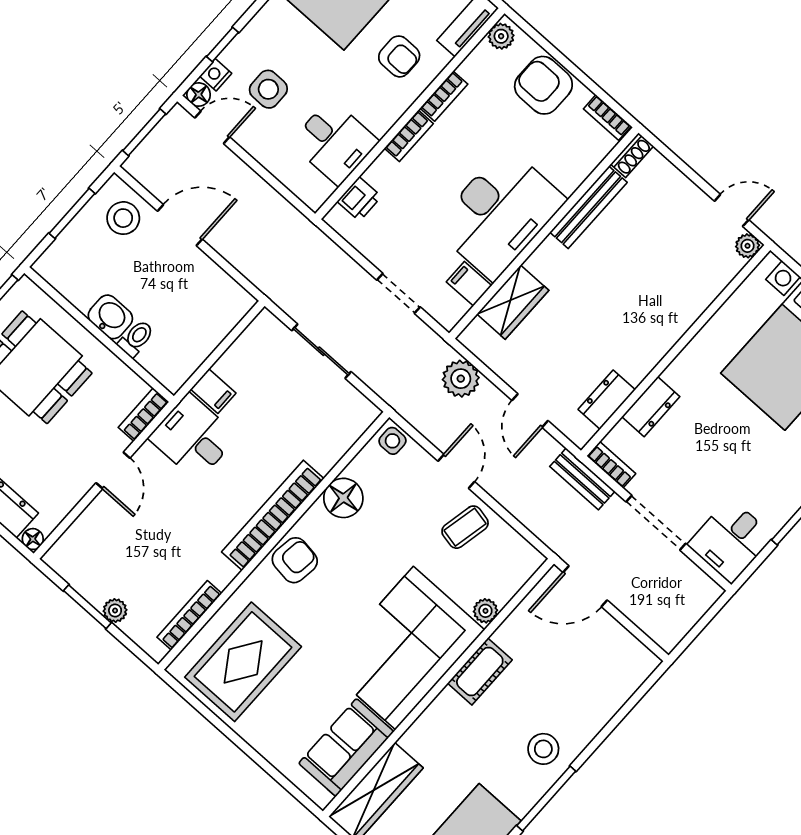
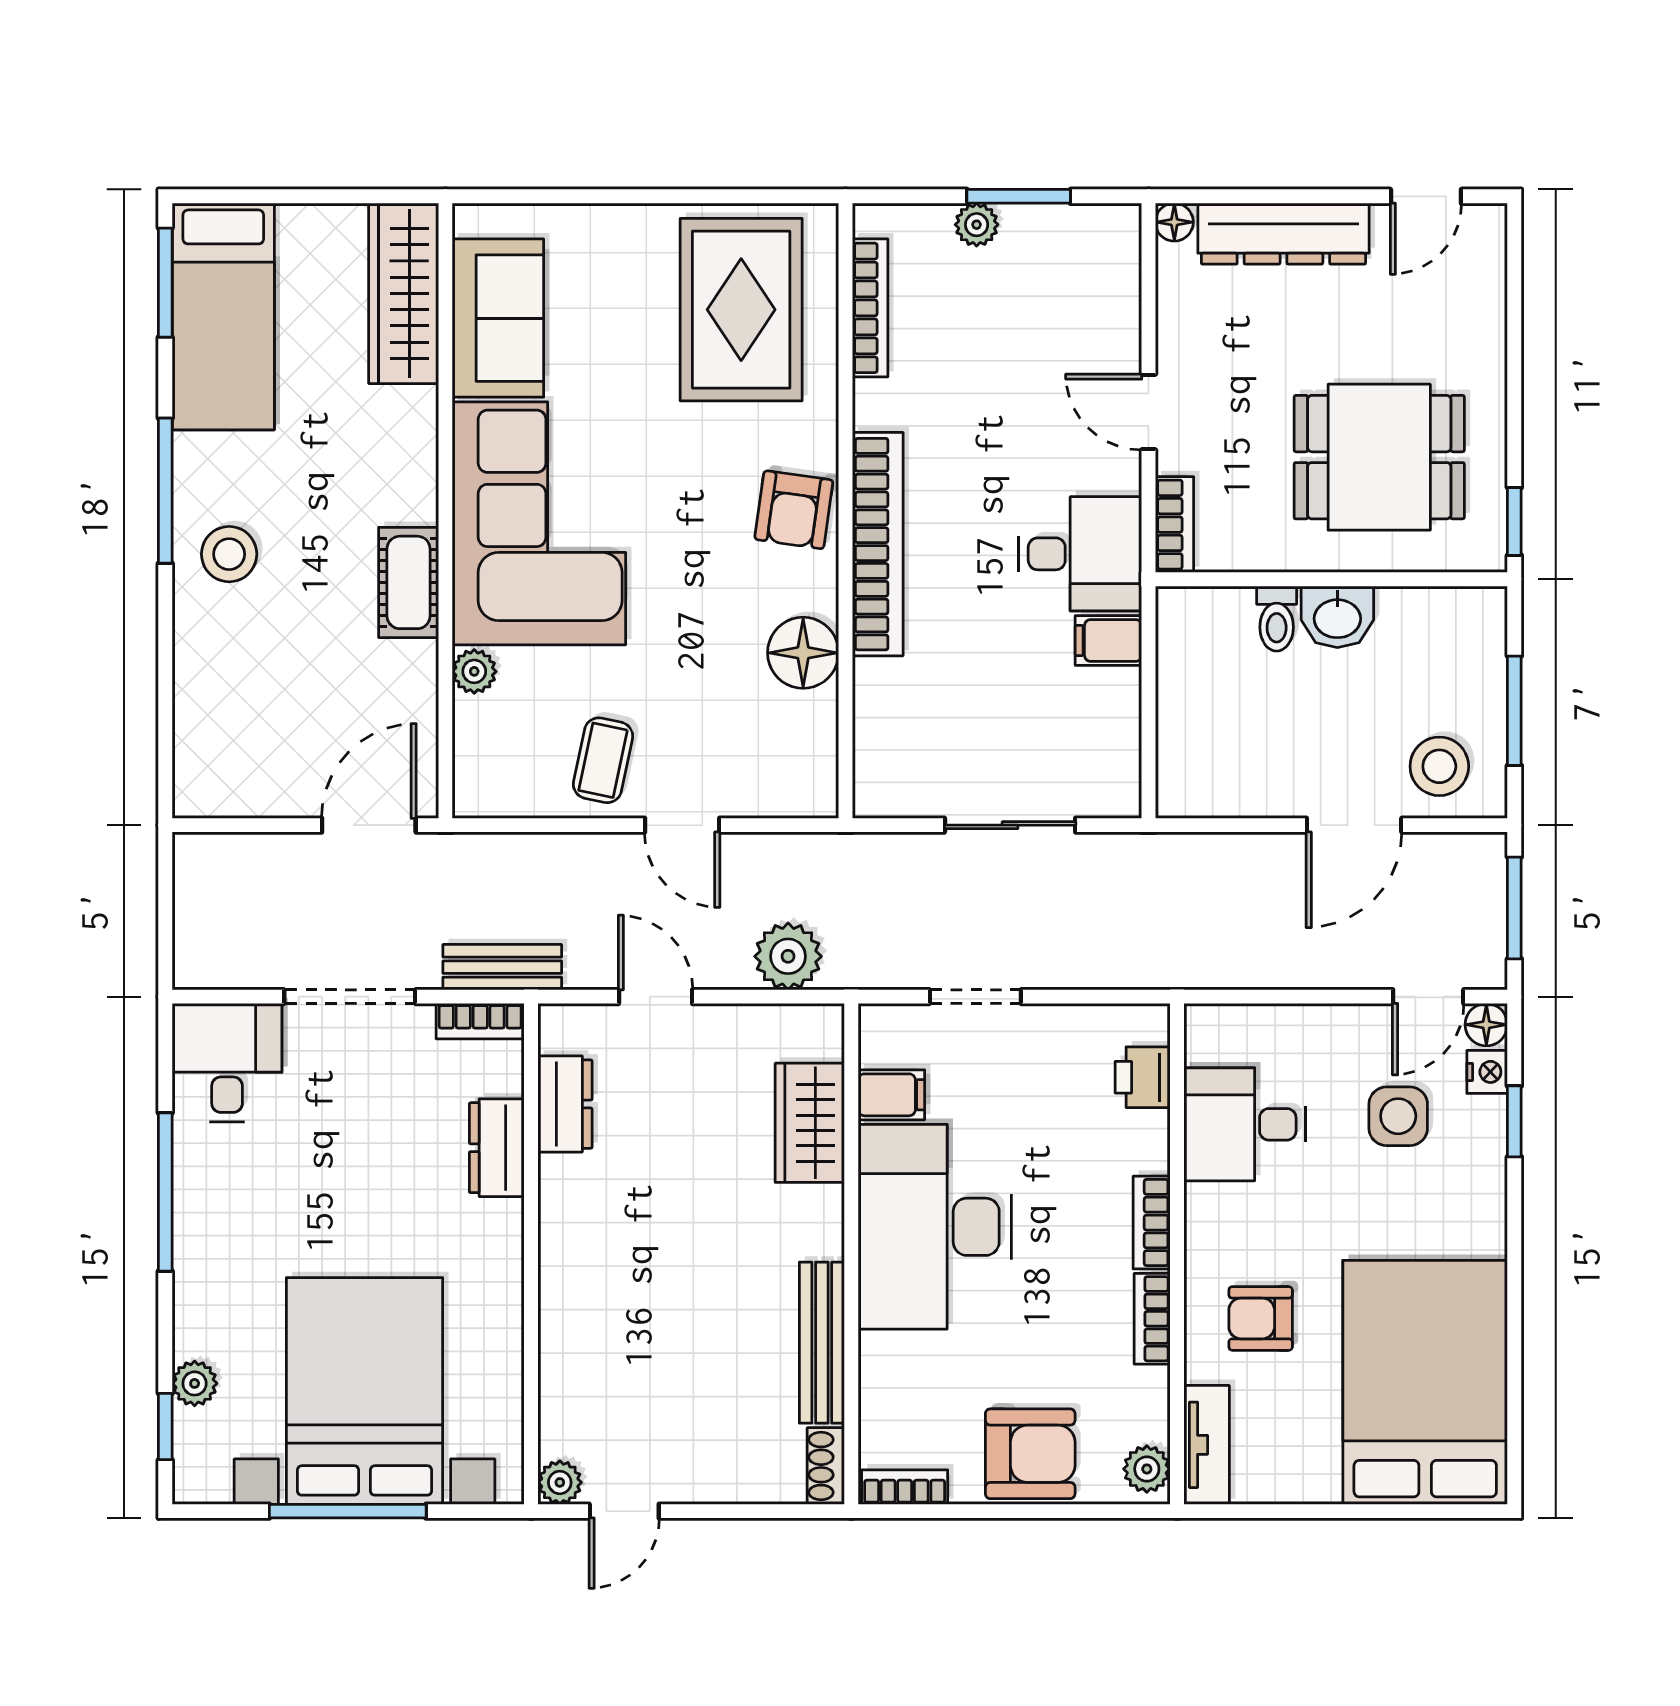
side table: (392, 441) -> (805, 789), removed

